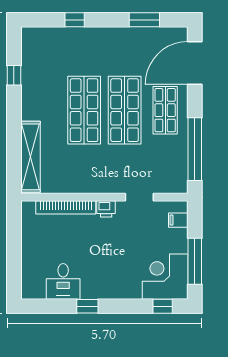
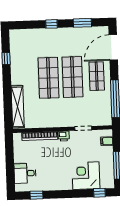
window: (75, 20) -> (51, 24), moved
corner desk: (165, 277) -> (86, 176), moved
desk: (63, 281) -> (25, 173), moved, turned 90
window: (87, 306) -> (36, 195), moved

